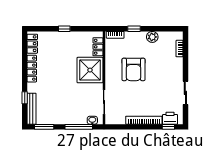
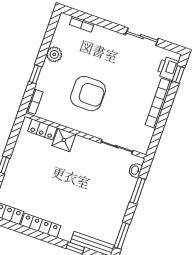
shower: (90, 70) -> (64, 140), width x0.54, depth x0.54
window: (79, 127) -> (138, 191), width x0.69

